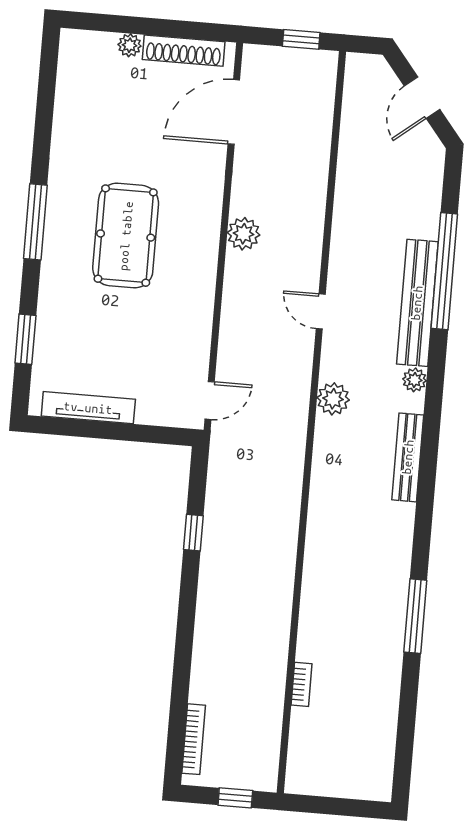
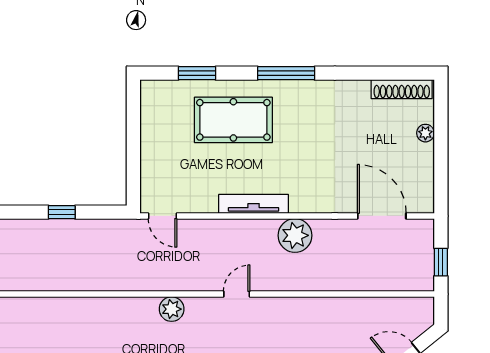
shoe rack: (184, 51) -> (402, 89), moved, turned -90
plant: (244, 234) -> (295, 235), width x1.36, depth x1.36
pool table: (126, 236) -> (233, 120), moved
tv unit: (88, 408) -> (254, 204), moved, turned -90

